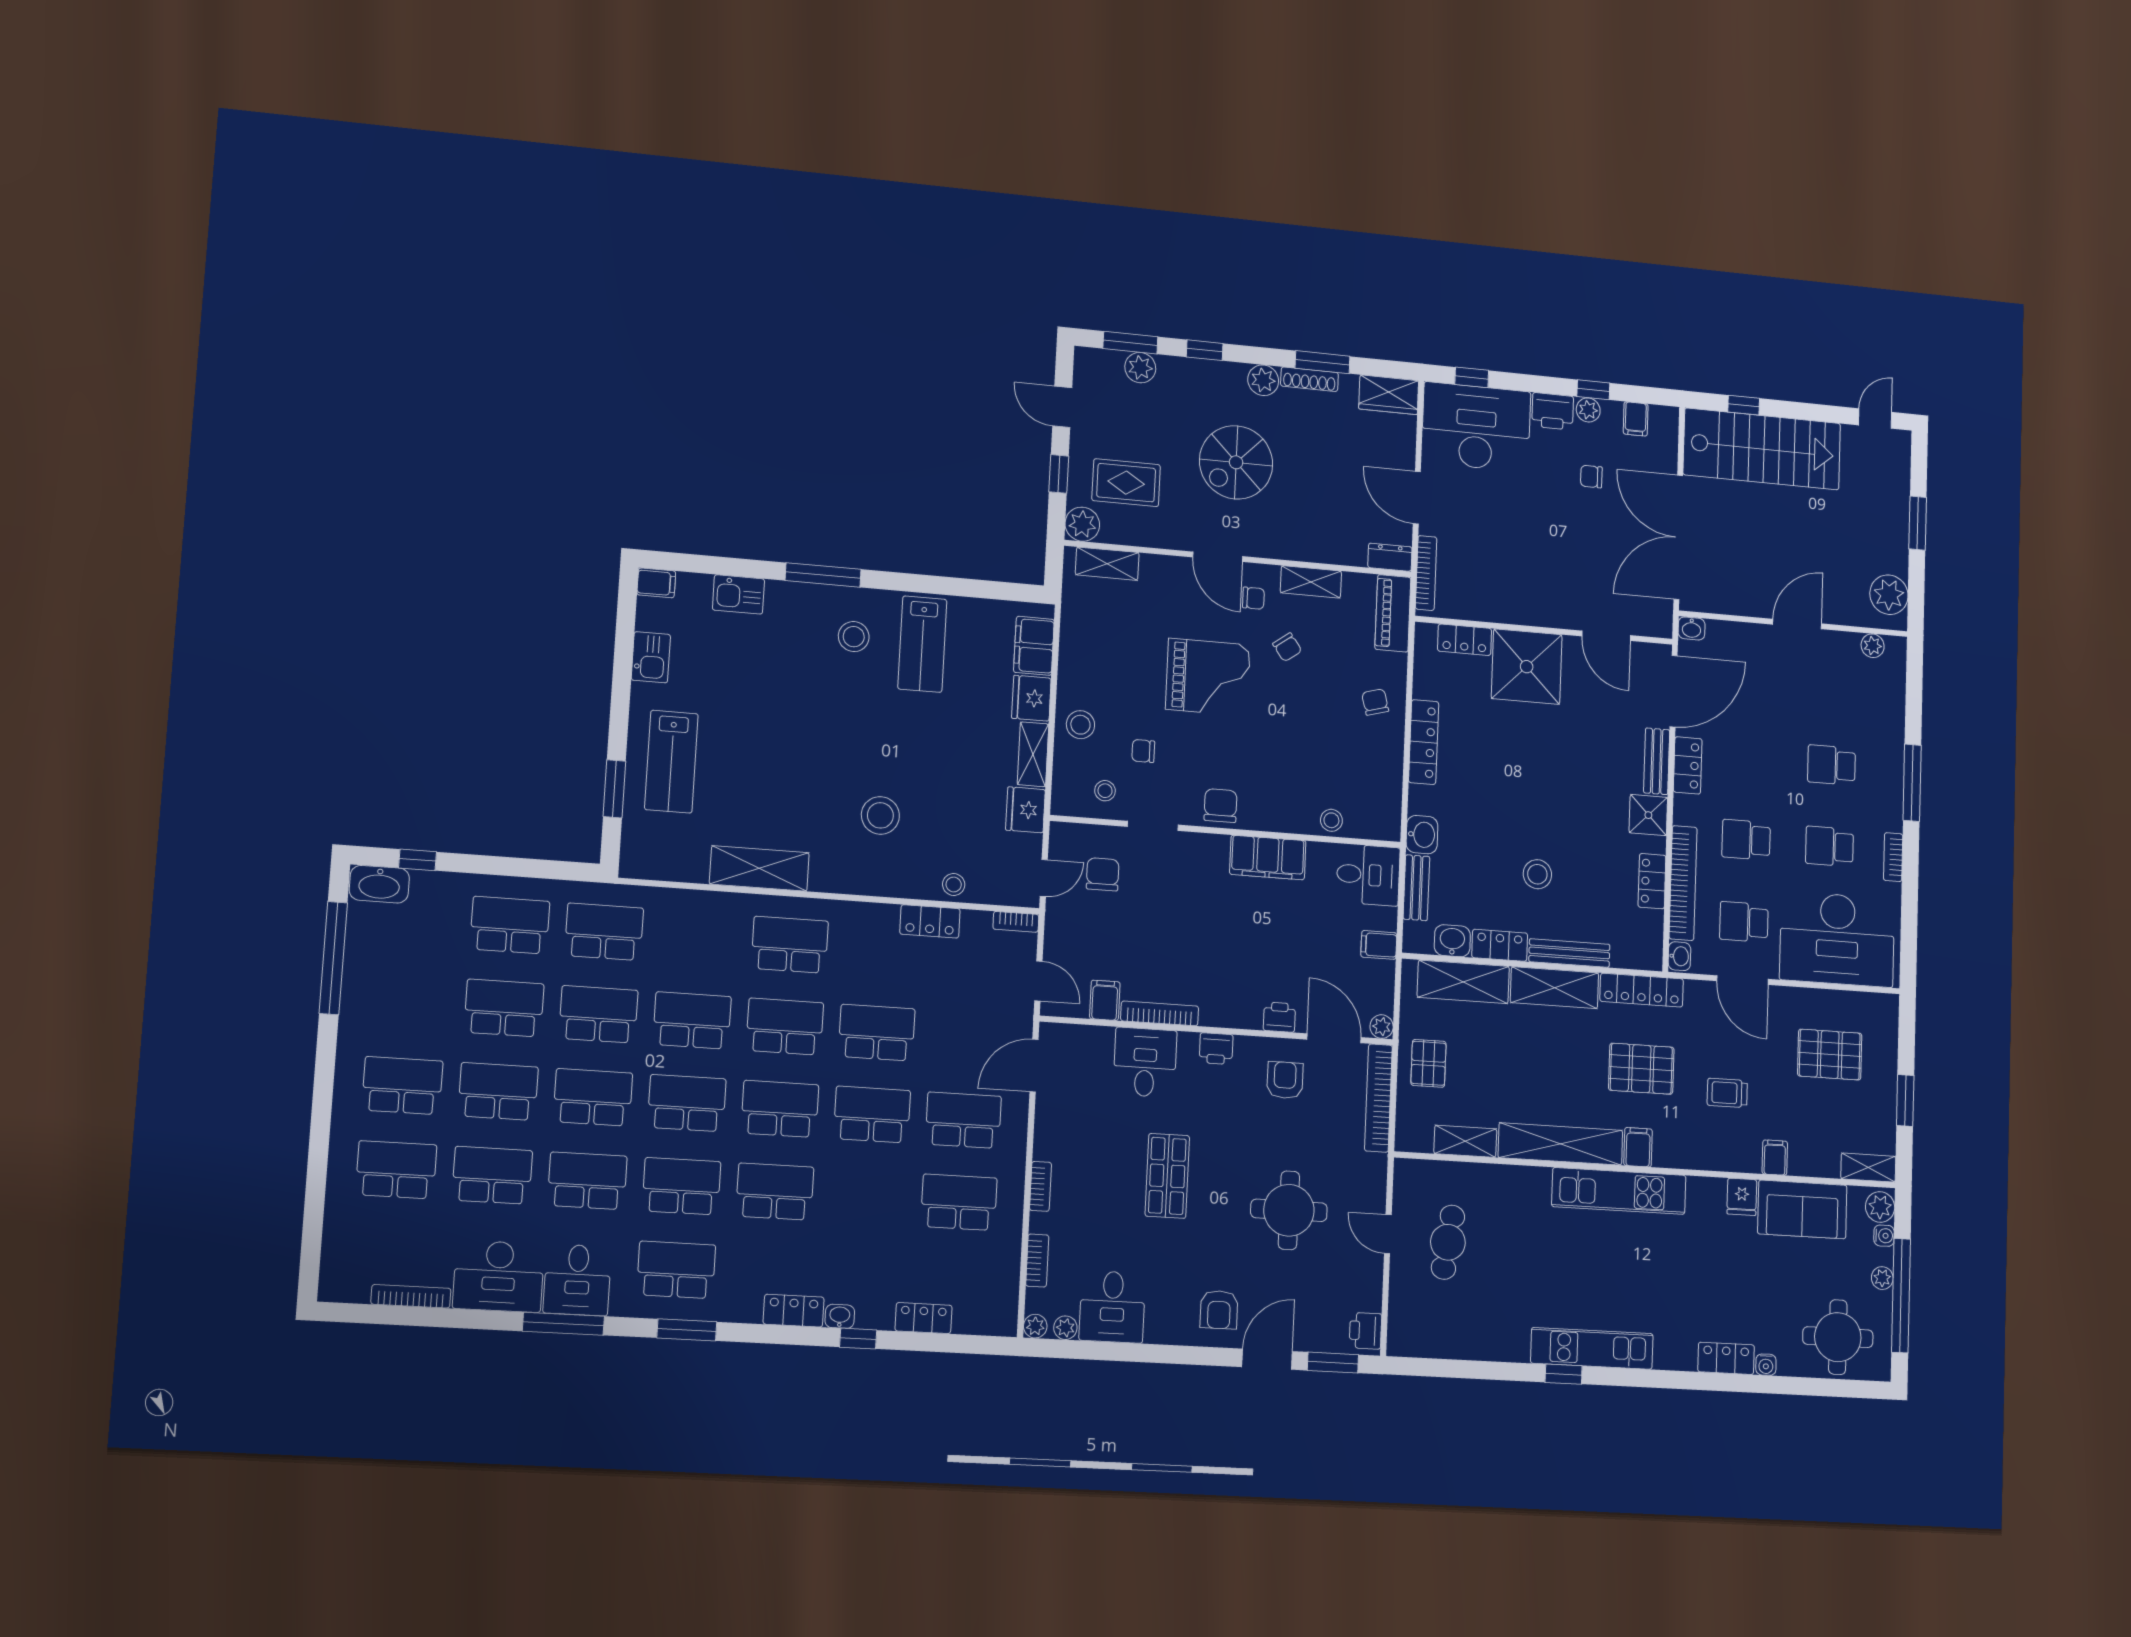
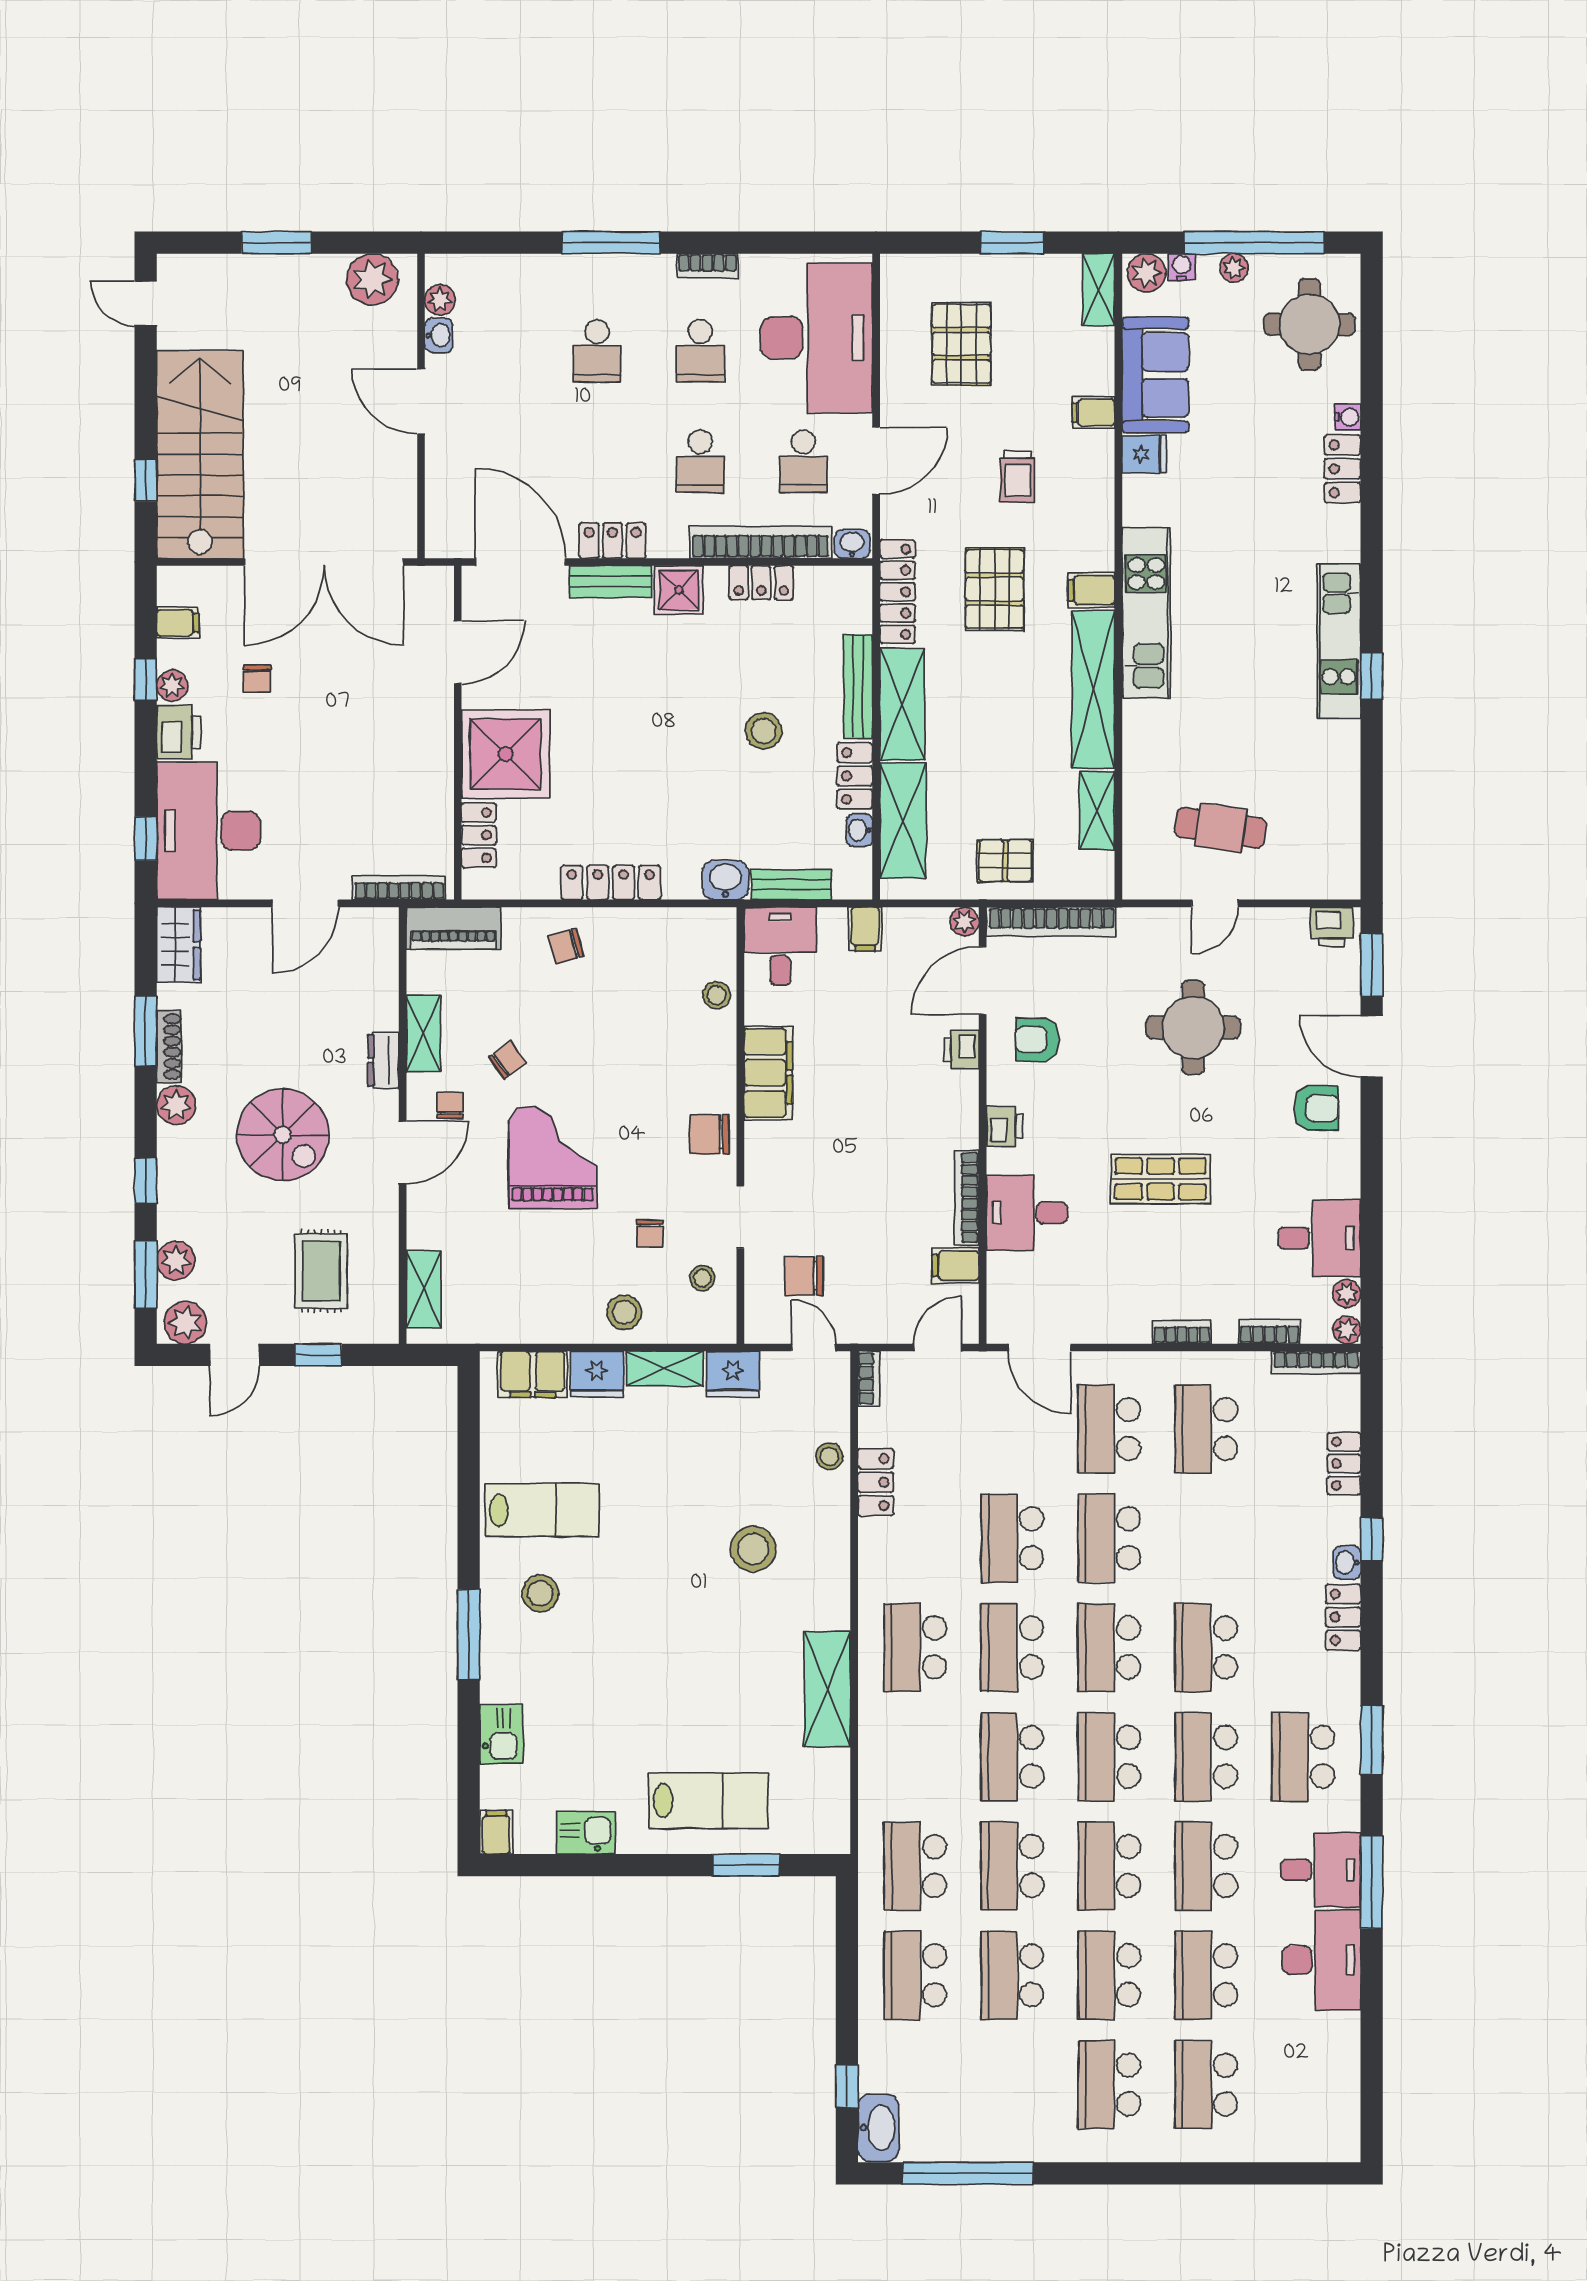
plant: (1082, 524) -> (185, 1323), moved
dresser: (1390, 557) -> (383, 1060), moved
washbasin: (1692, 628) -> (439, 335), moved
washbasin: (1452, 941) -> (859, 830), width x0.72, depth x0.69
bookcase: (411, 1296) -> (1316, 1363), moved, turned -90

